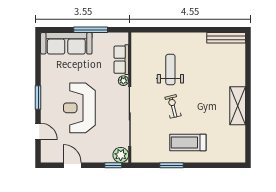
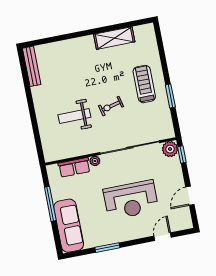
window: (38, 97) -> (107, 248), moved
shelving: (238, 106) -> (114, 38), moved
treadmill: (188, 142) -> (144, 84), turned 180

